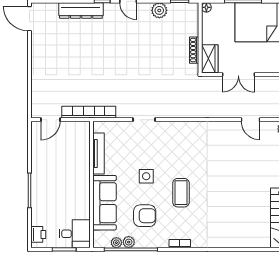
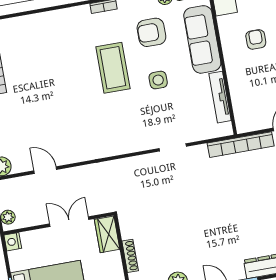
shoe rack: (194, 50) -> (130, 256), moved
coffee table: (181, 193) -> (113, 68), width x1.36, depth x1.32
armchair: (61, 195) -> (256, 39), added

